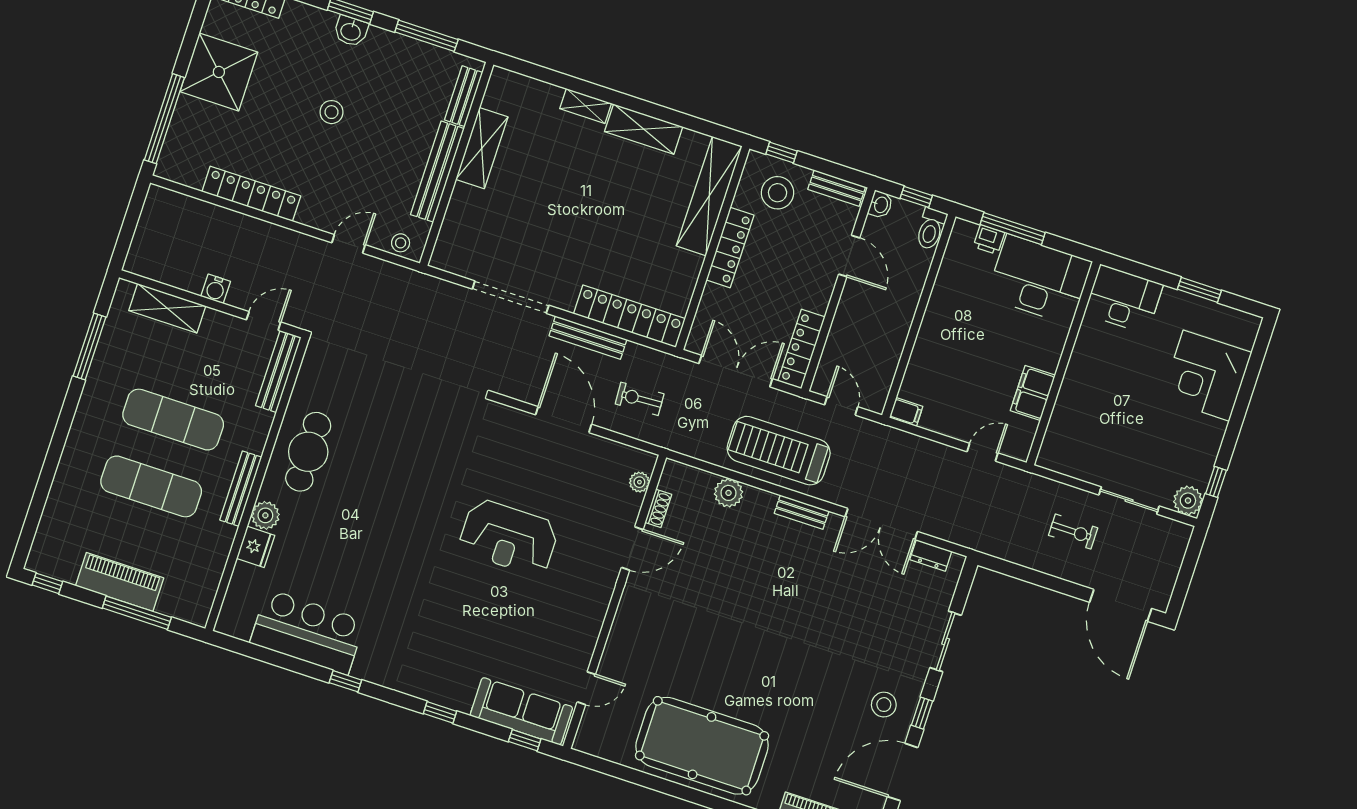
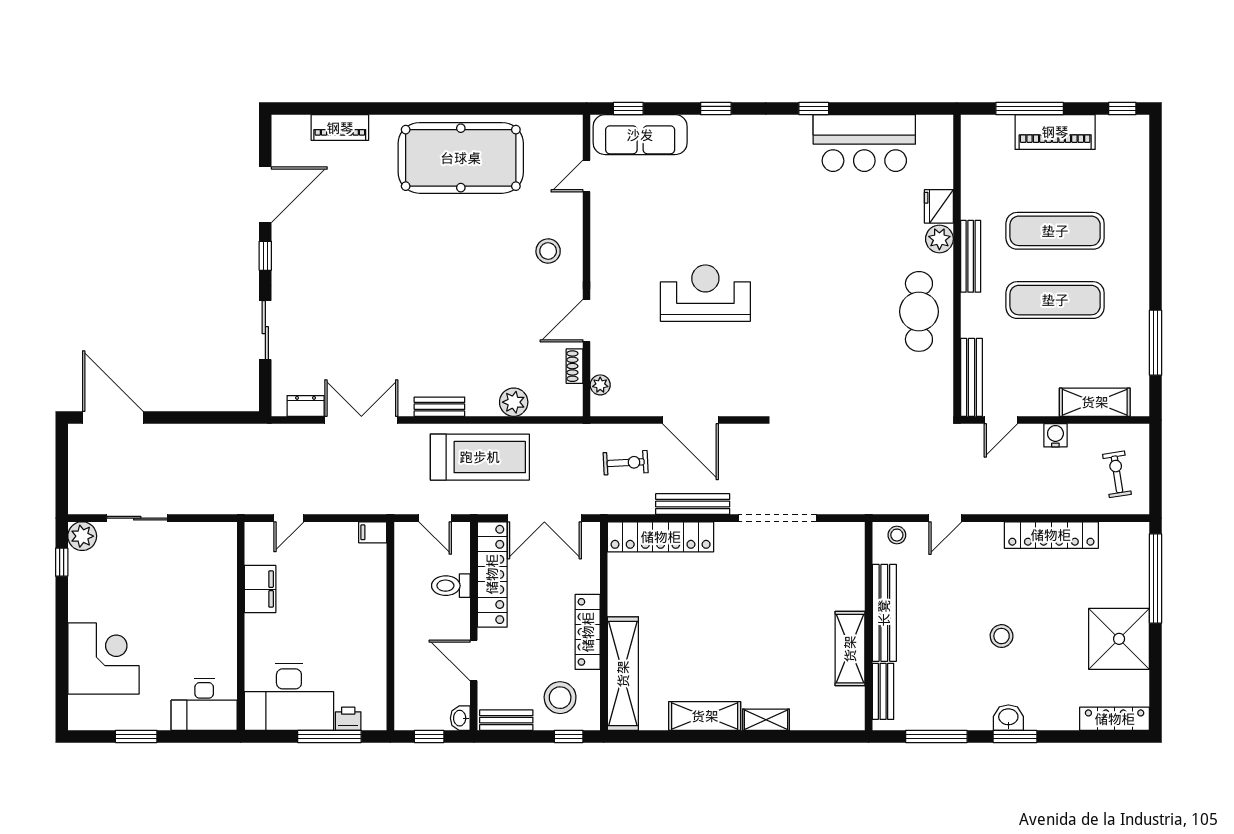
toilet: (931, 229) -> (451, 586), moved, turned -90
locker: (801, 349) -> (492, 574), width x1.41, depth x1.21
exercise bike: (1073, 532) -> (1117, 474), moved, turned 81
stool: (884, 705) -> (548, 251), moved

